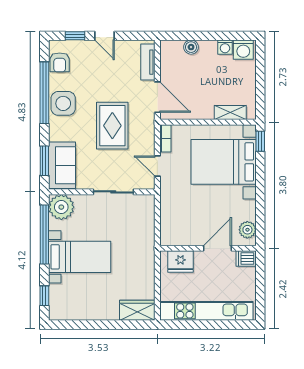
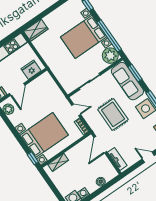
door: (157, 97) -> (100, 145), hinge flipped
sofa: (62, 165) -> (127, 81), width x1.36
bed with nightstands: (80, 257) -> (84, 37), width x1.36

